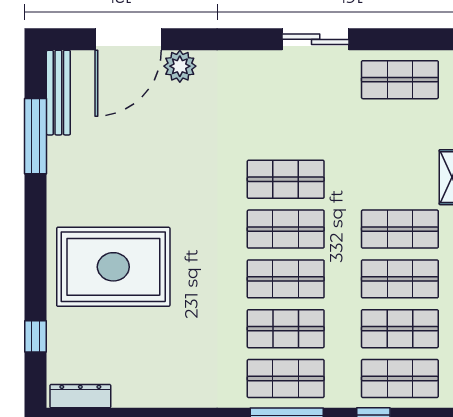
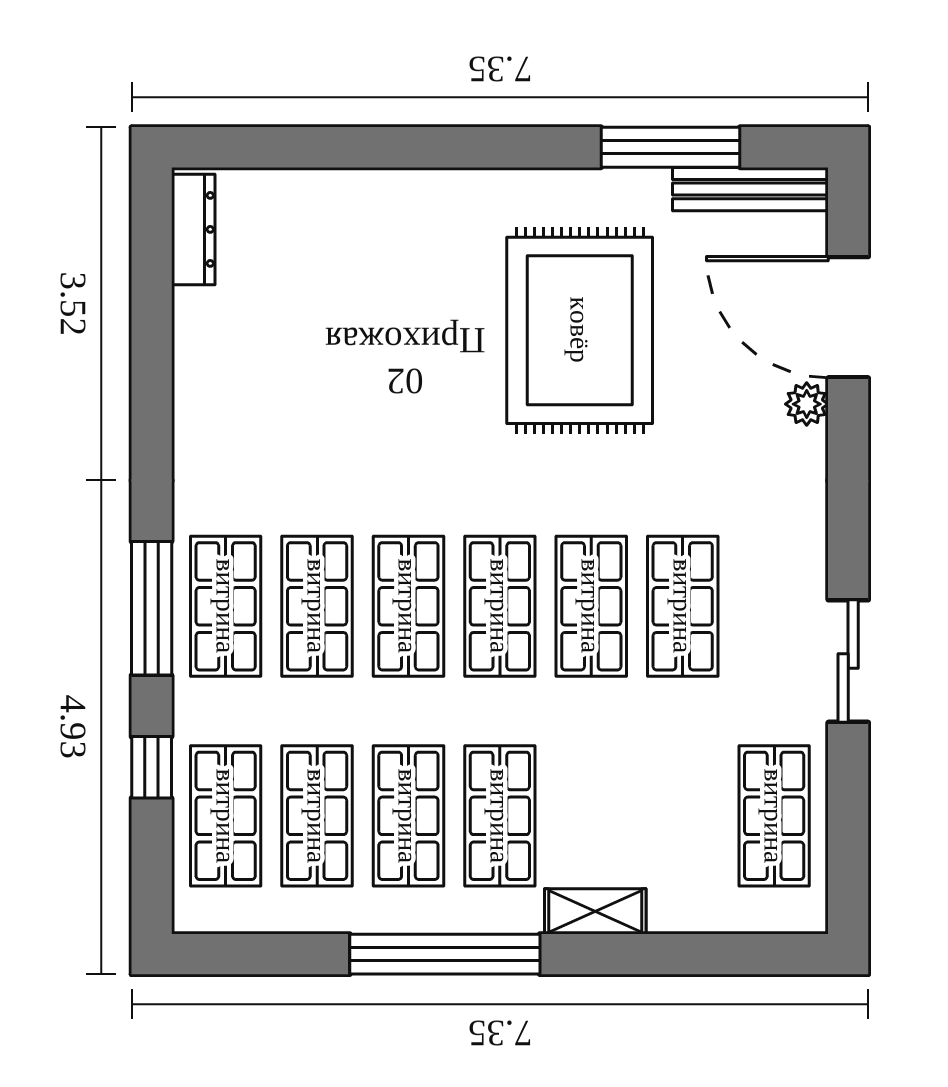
plant: (180, 66) -> (807, 404), width x0.73, depth x0.73
shop shelf: (286, 129) -> (683, 606), added
rug: (113, 267) -> (580, 330), moved
window: (36, 336) -> (303, 147), removed

